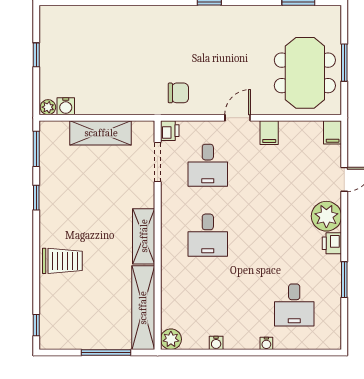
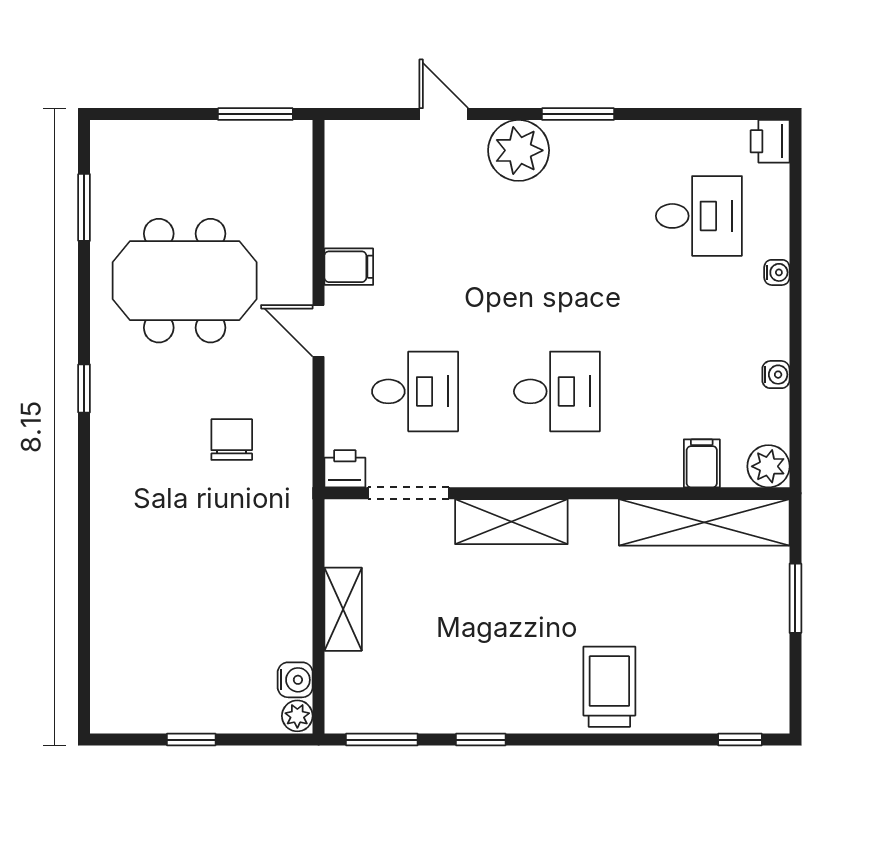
window: (344, 63) -> (255, 114), moved
meeting table: (305, 73) -> (185, 281), moved
chair: (178, 93) -> (232, 440), moved
filing cabinet: (333, 132) -> (702, 463), moved, turned -90
shelving: (101, 133) -> (343, 609), width x0.67, depth x0.75
shelving: (144, 236) -> (511, 522), moved
printer: (332, 243) -> (770, 141), moved, turned 90
window: (344, 280) -> (578, 114), moved
window: (106, 352) -> (795, 598), width x0.69

